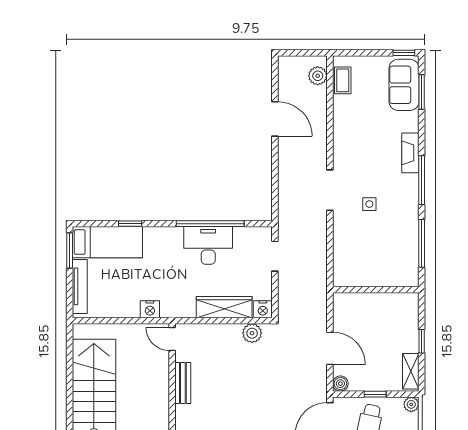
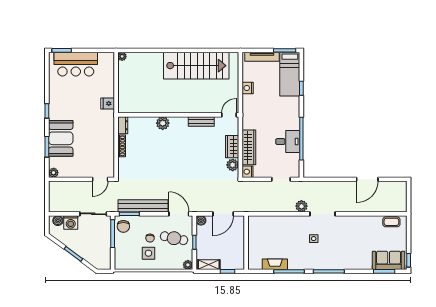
plant: (318, 76) -> (301, 206), moved
fireplace: (410, 153) -> (275, 264), moved
desk: (208, 245) -> (288, 142), width x0.73
wall: (376, 290) -> (246, 243), moved
nightstand: (150, 309) -> (248, 88), moved
wardrobe: (223, 334) -> (232, 147), added

